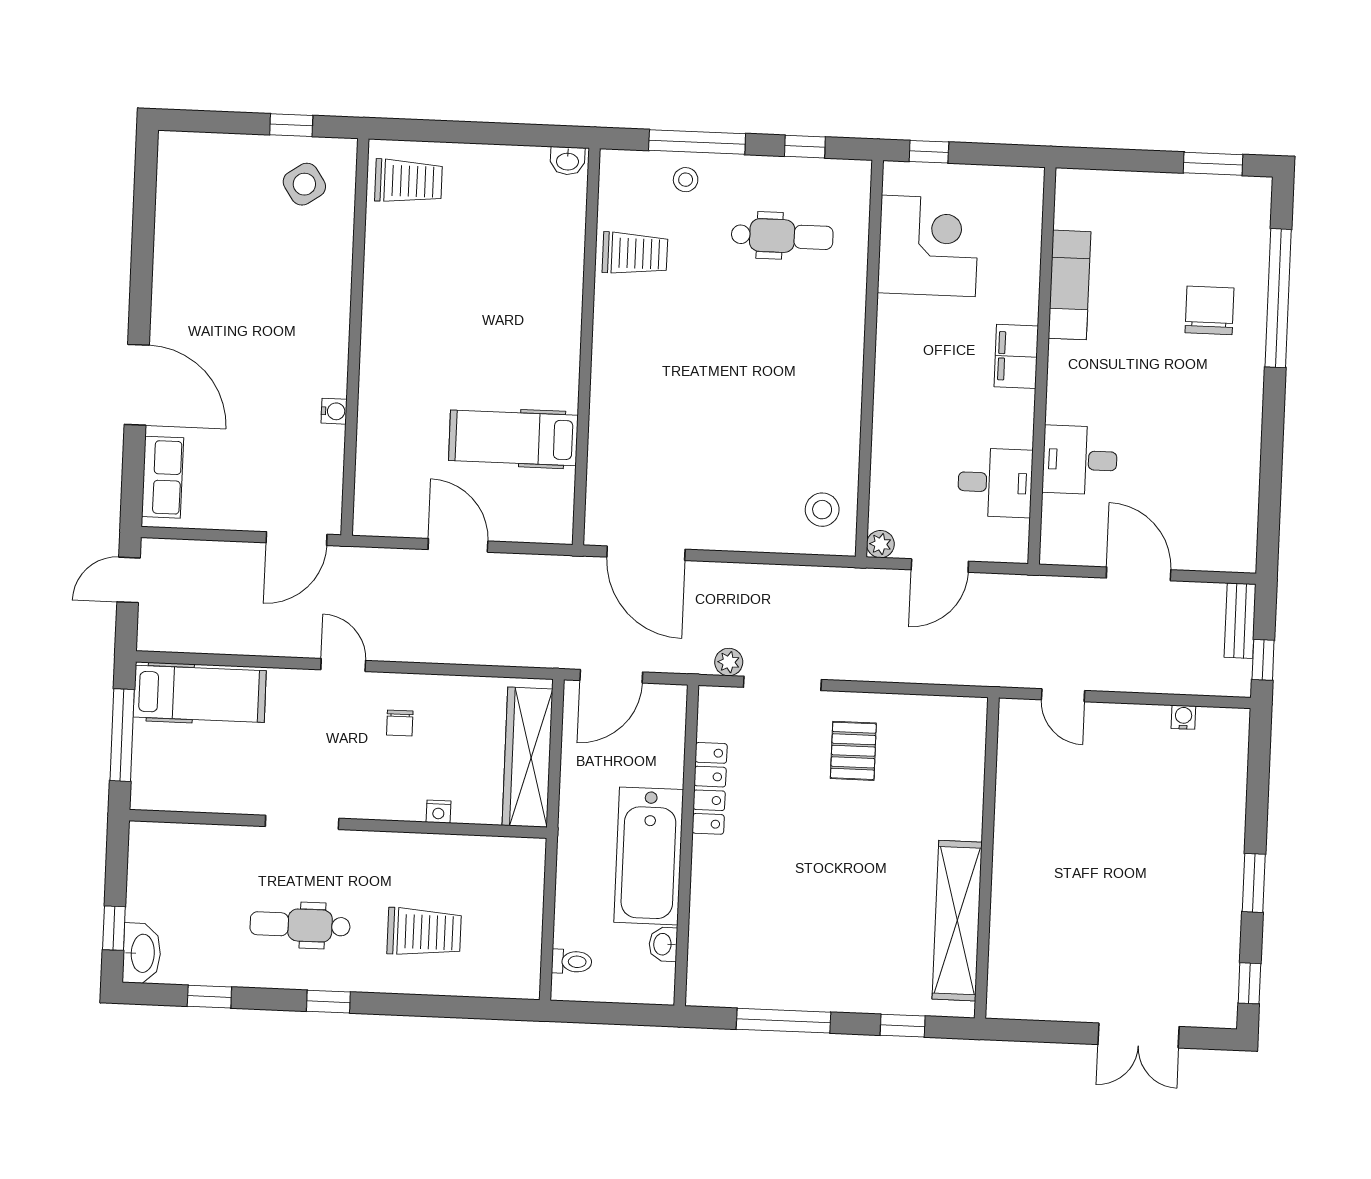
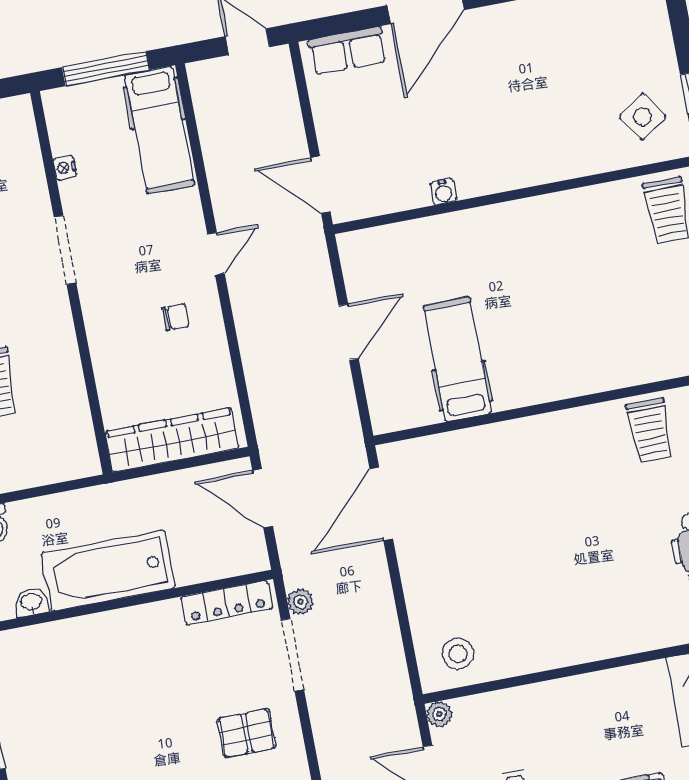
chair: (400, 723) -> (176, 317), turned 180
locker: (710, 788) -> (227, 603), moved
nightstand: (438, 812) -> (65, 167), moved

